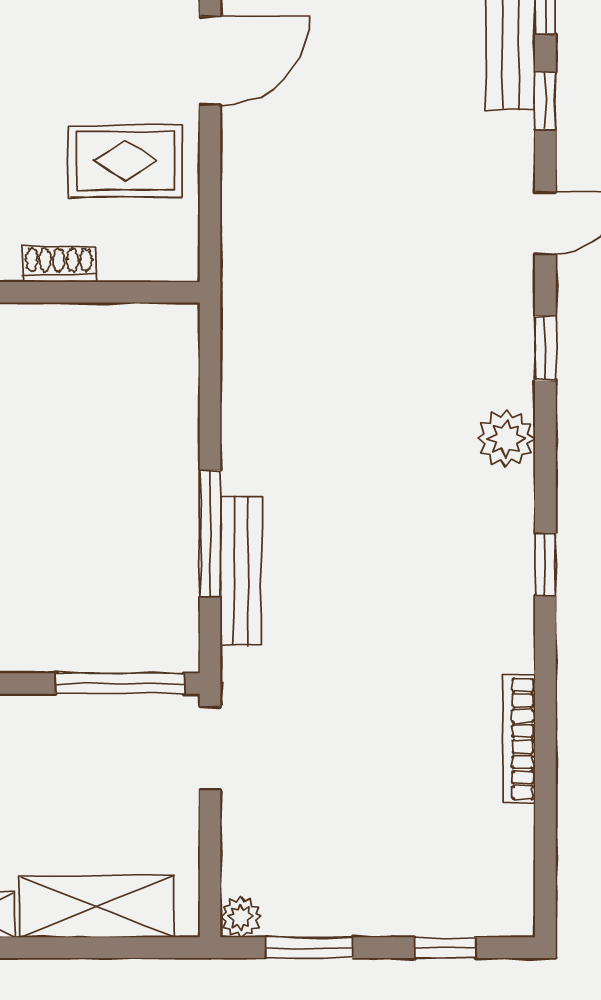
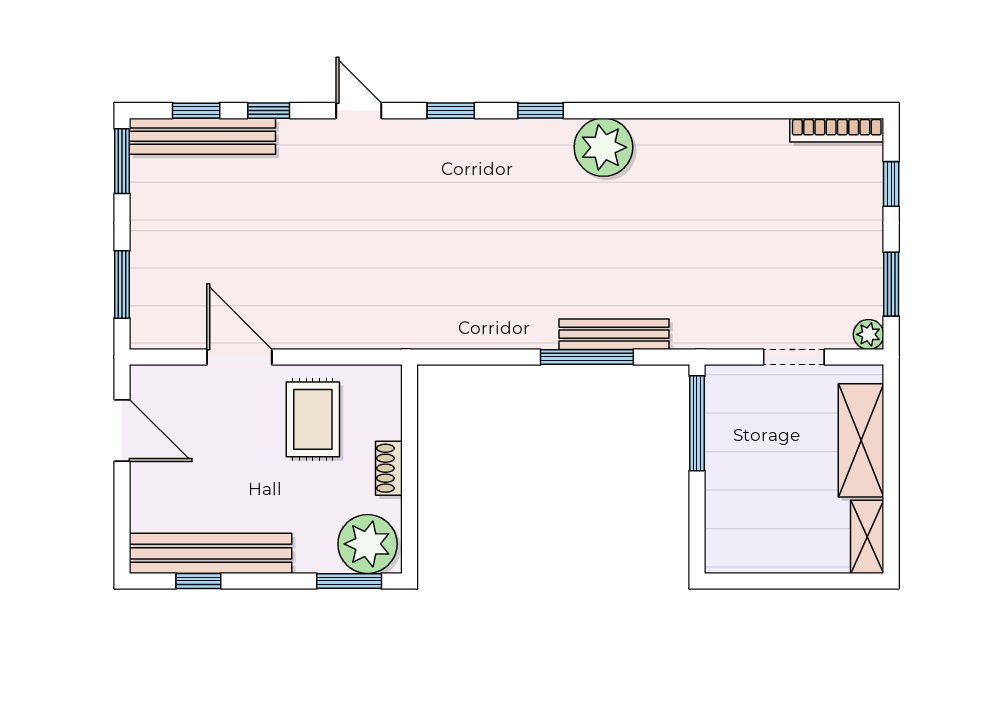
plant: (506, 439) -> (603, 147), moved, width x1.36, depth x1.36
window: (545, 564) -> (541, 111), moved
bookcase: (519, 739) -> (837, 130), moved
doorway: (210, 748) -> (794, 357), moved

